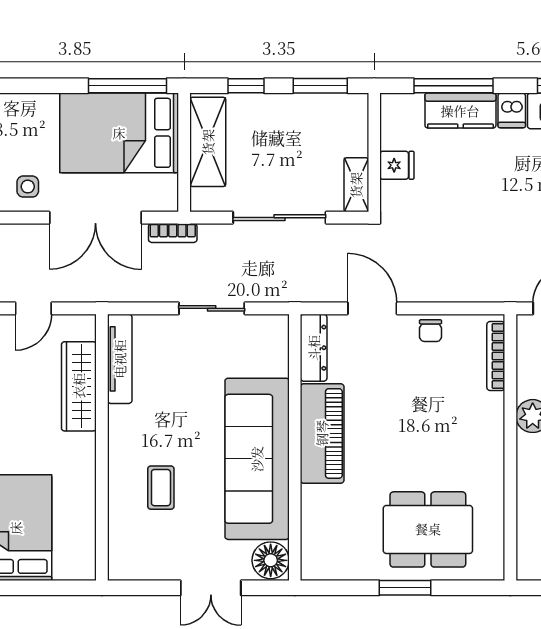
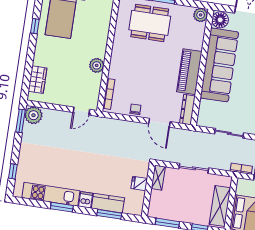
window: (454, 86) -> (109, 214), width x0.69
sliding door: (279, 218) -> (194, 168), width x0.73
plant: (316, 565) -> (201, 15), added

